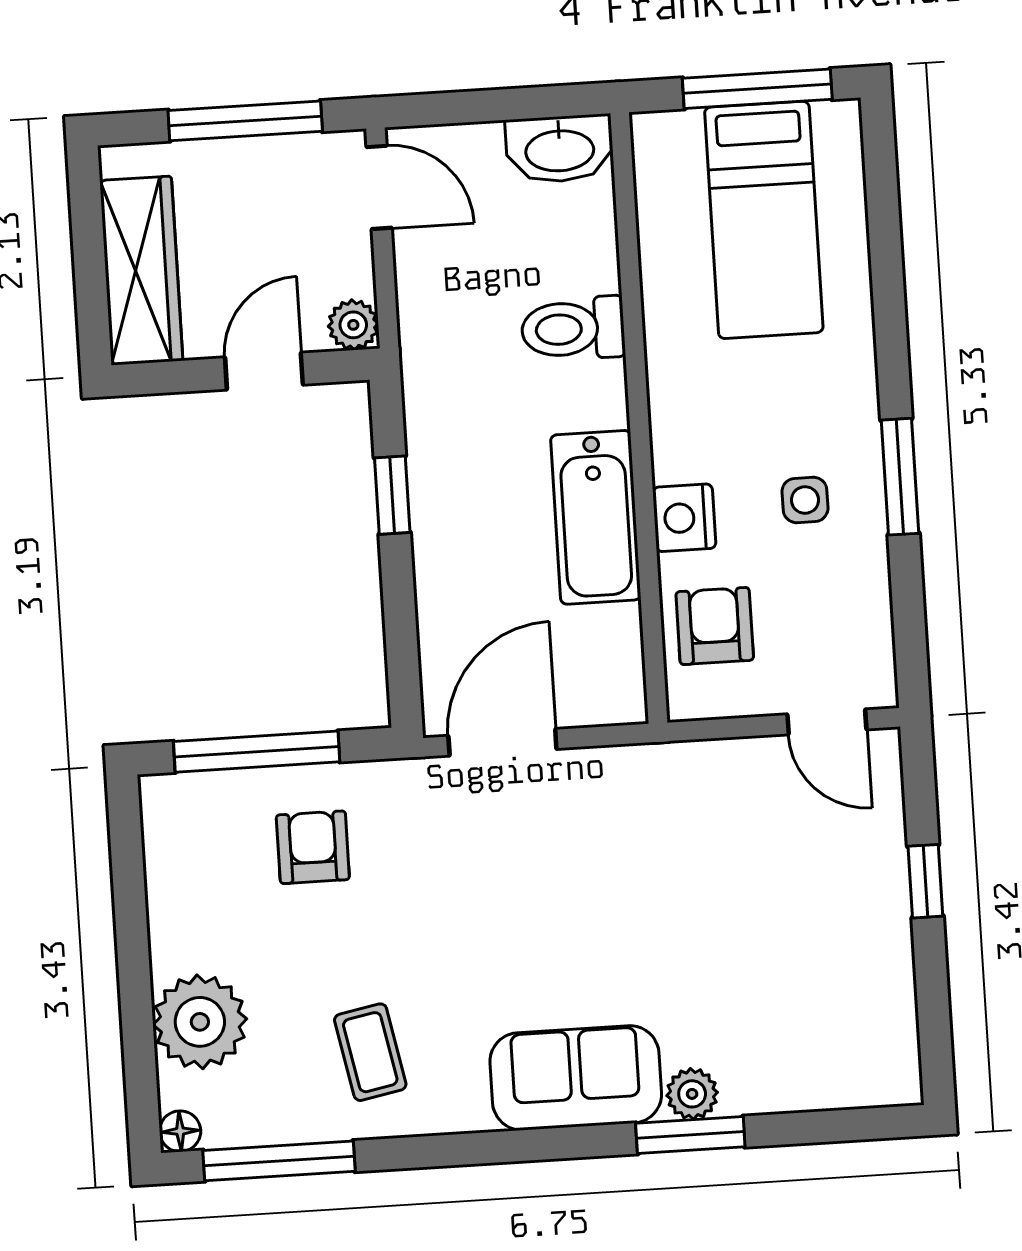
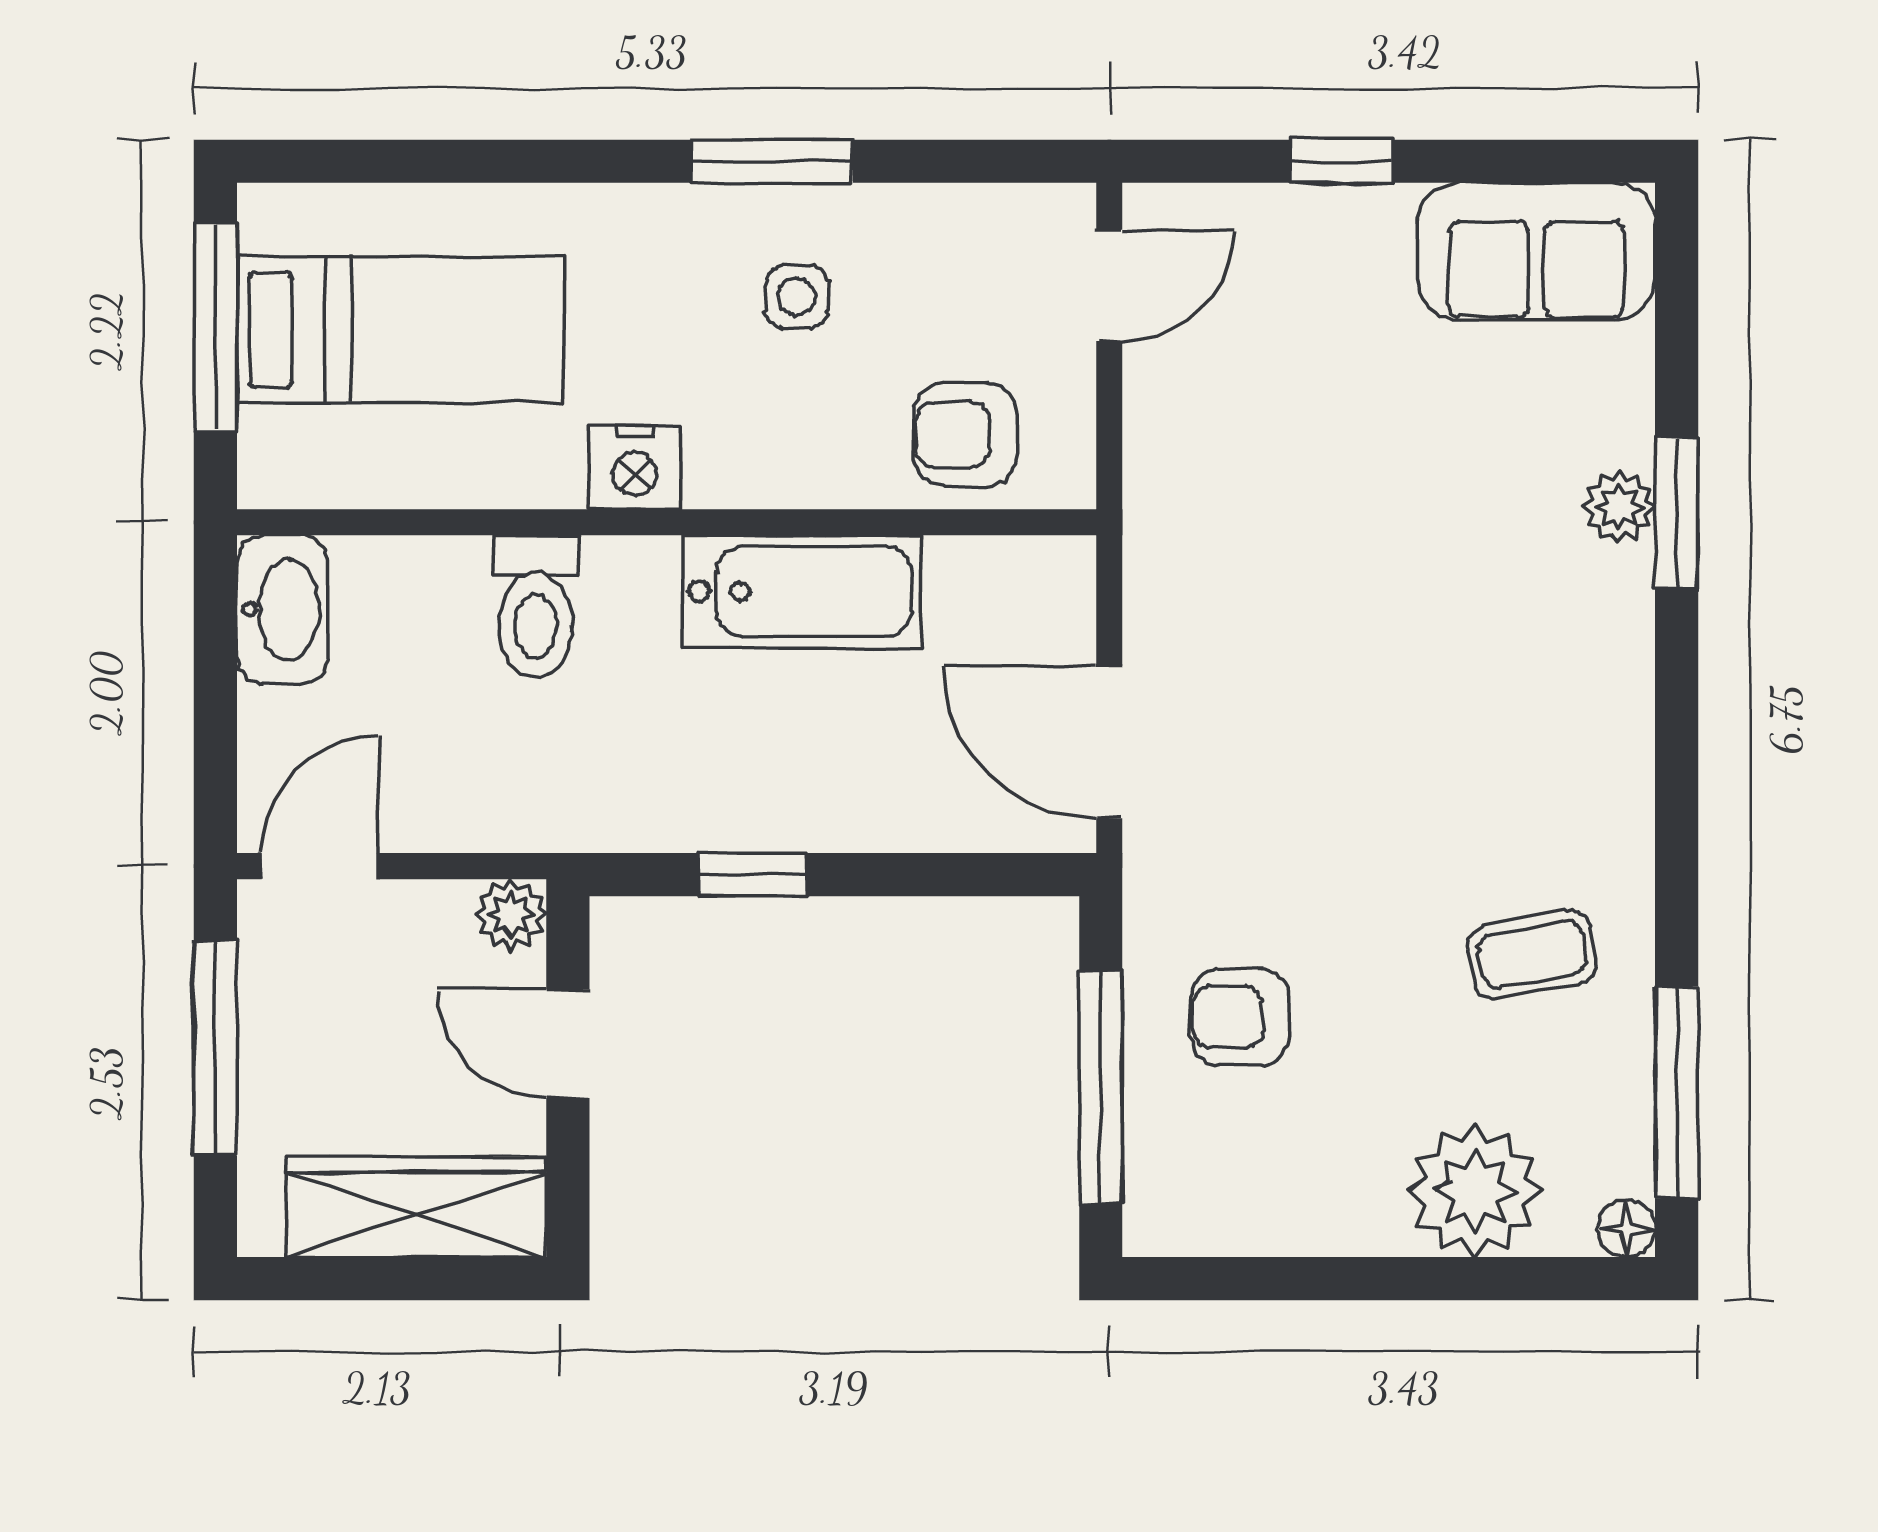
nightstand: (684, 518) -> (635, 467), moved
sofa: (576, 1078) -> (1536, 251), moved, turned -90

